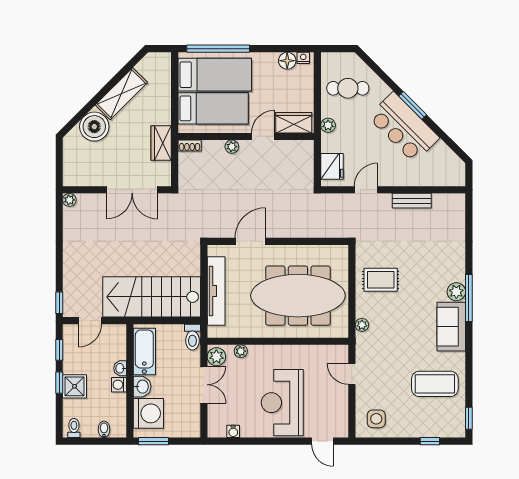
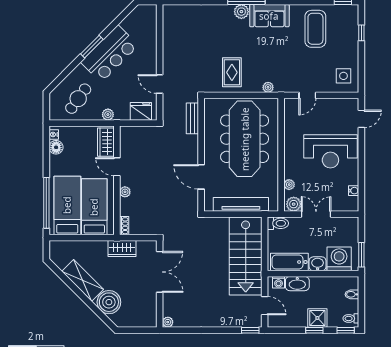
cafe table: (348, 88) -> (78, 99), turned 36
bench: (412, 201) -> (192, 118), moved
window: (59, 350) -> (346, 330), moved
washbasin: (120, 368) -> (297, 284), width x1.91, depth x1.45
washing machine: (119, 385) -> (279, 282), moved

